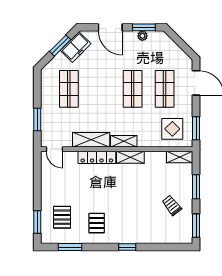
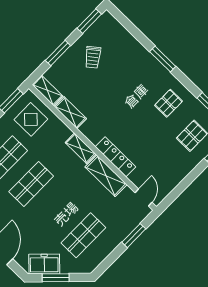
shelving: (130, 157) -> (70, 113), moved
window: (127, 247) -> (163, 59), width x1.50

